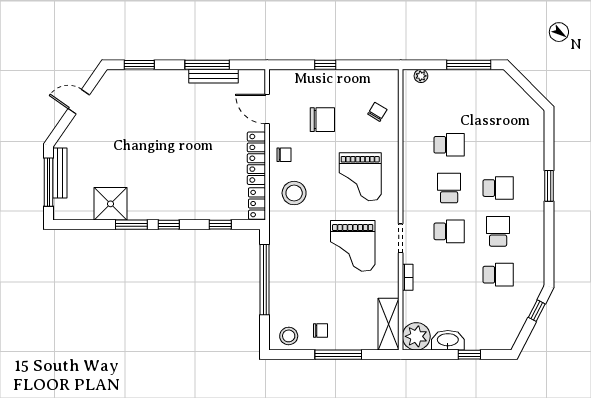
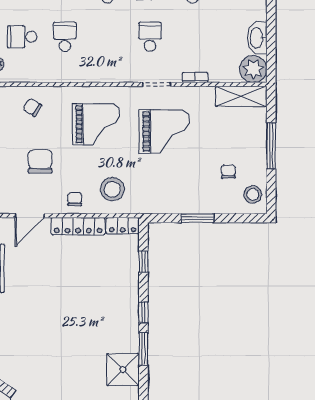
school desk: (449, 188) -> (22, 37), moved
window: (265, 280) -> (197, 218), width x0.47
chair: (320, 330) -> (228, 172), moved
window: (469, 355) -> (271, 17), removed

